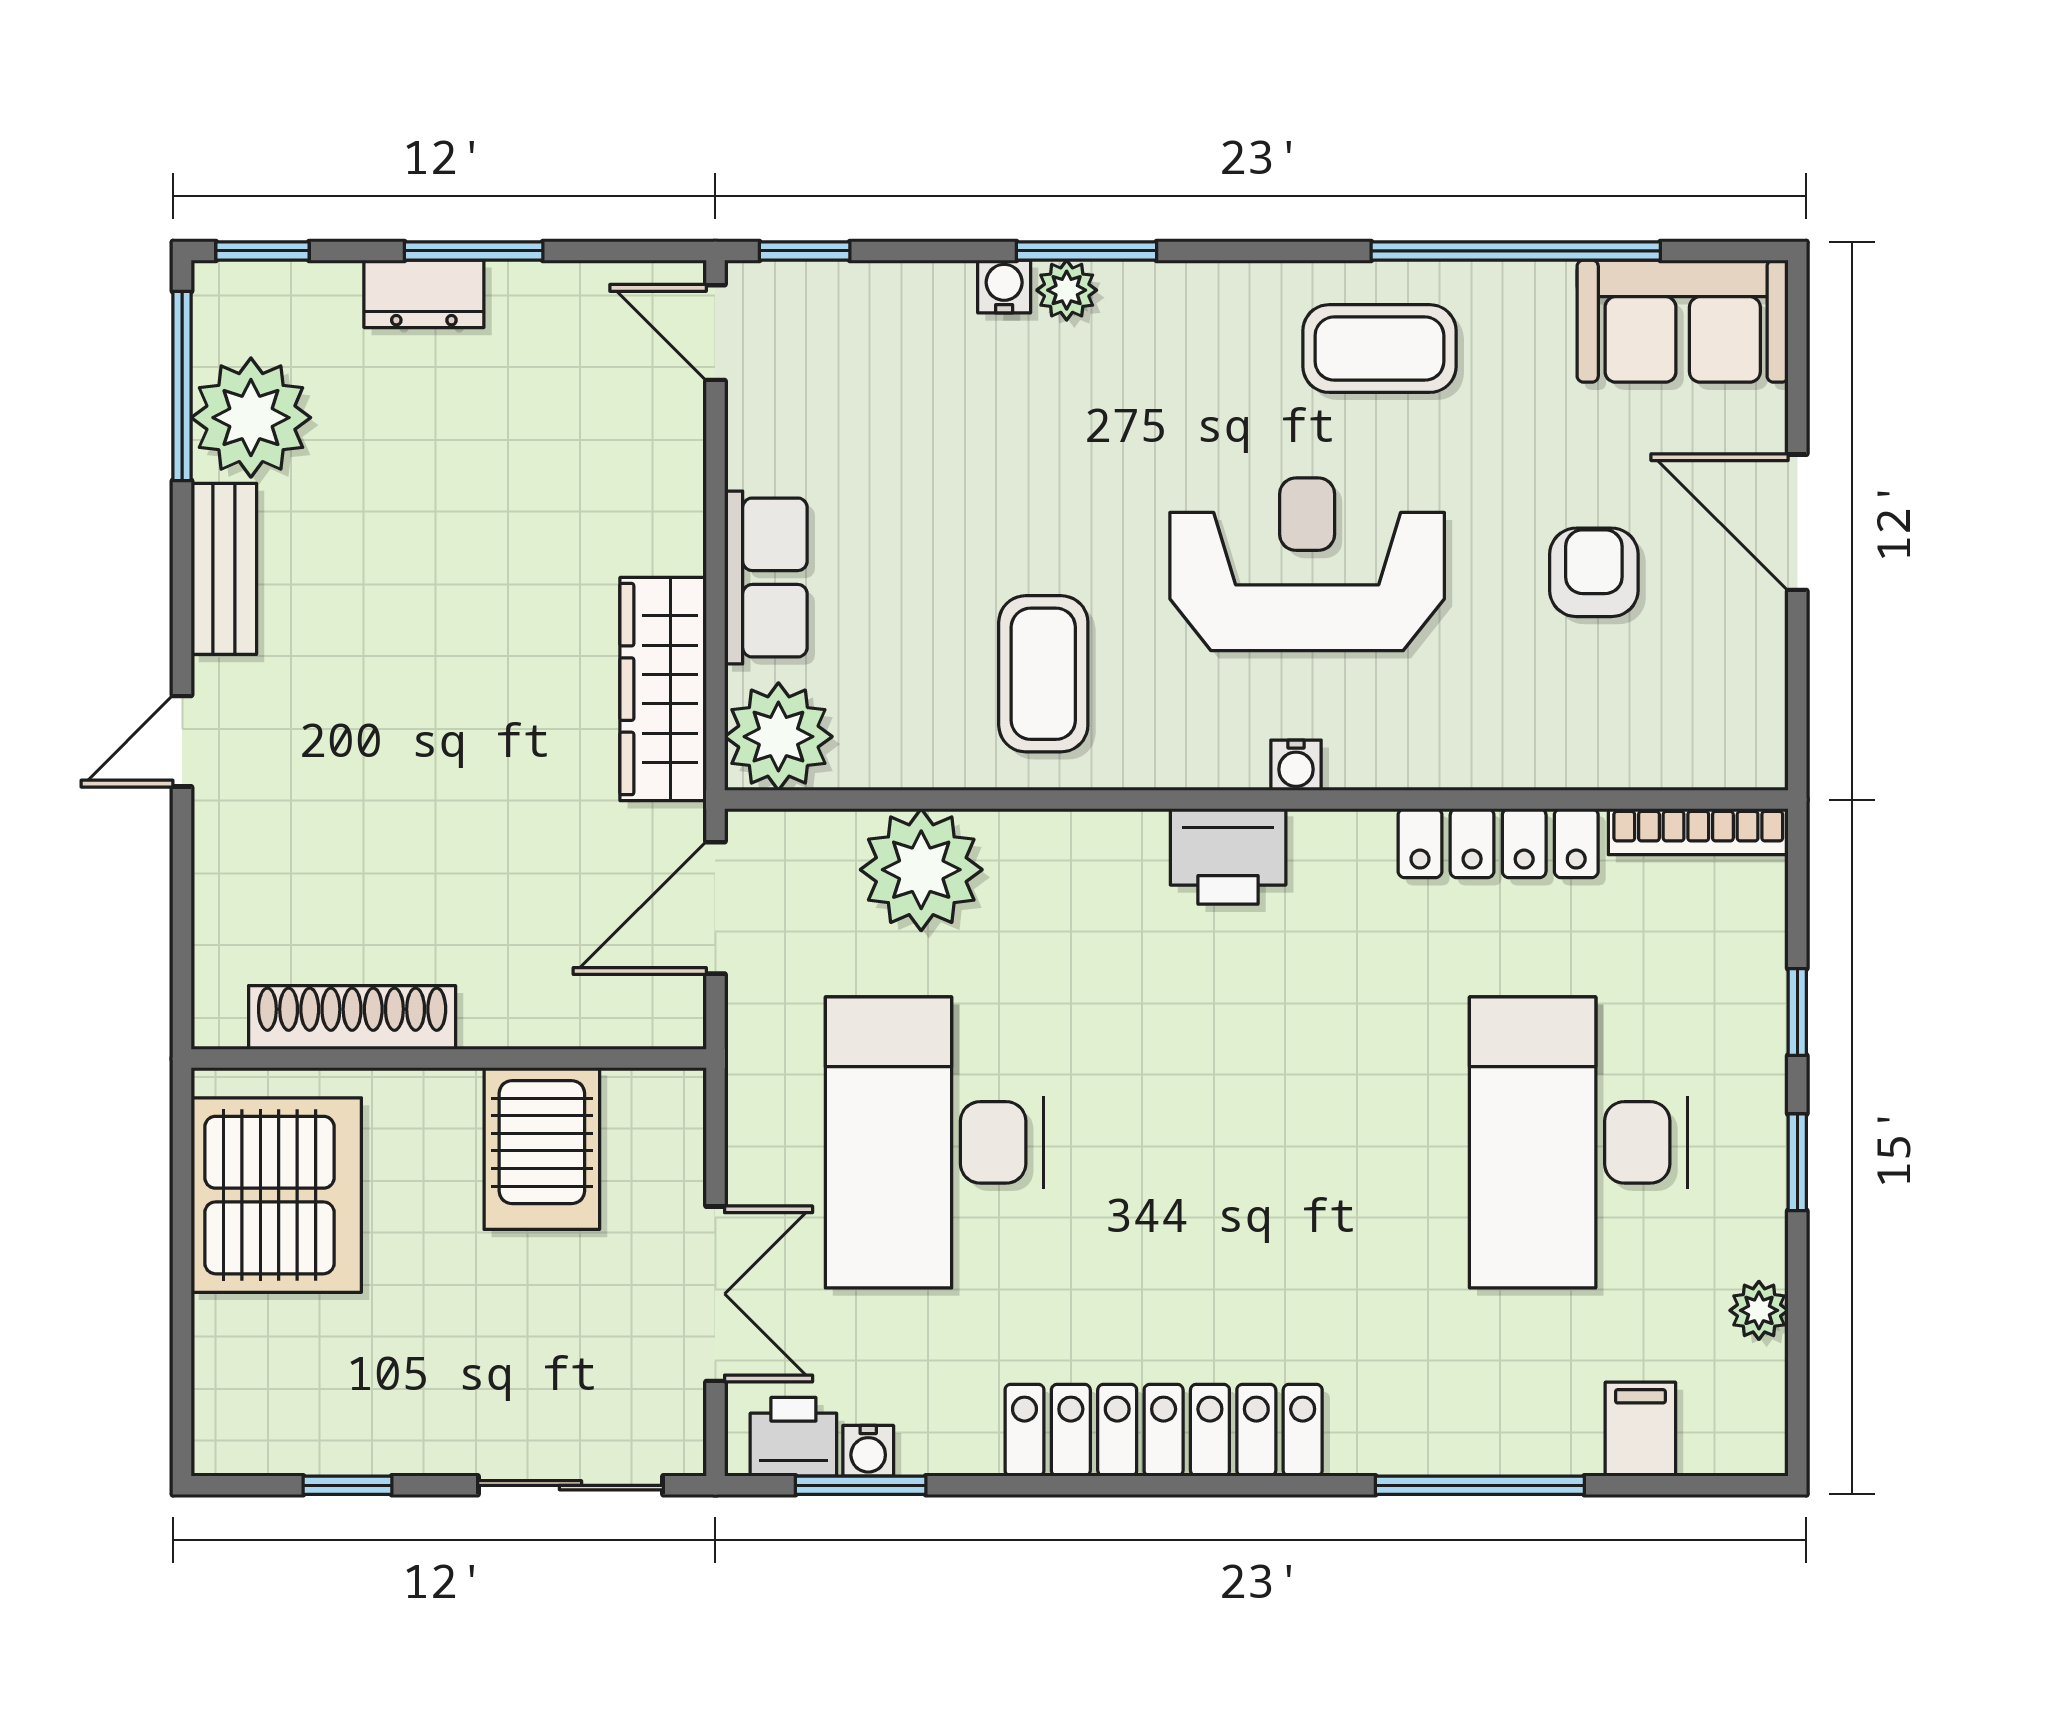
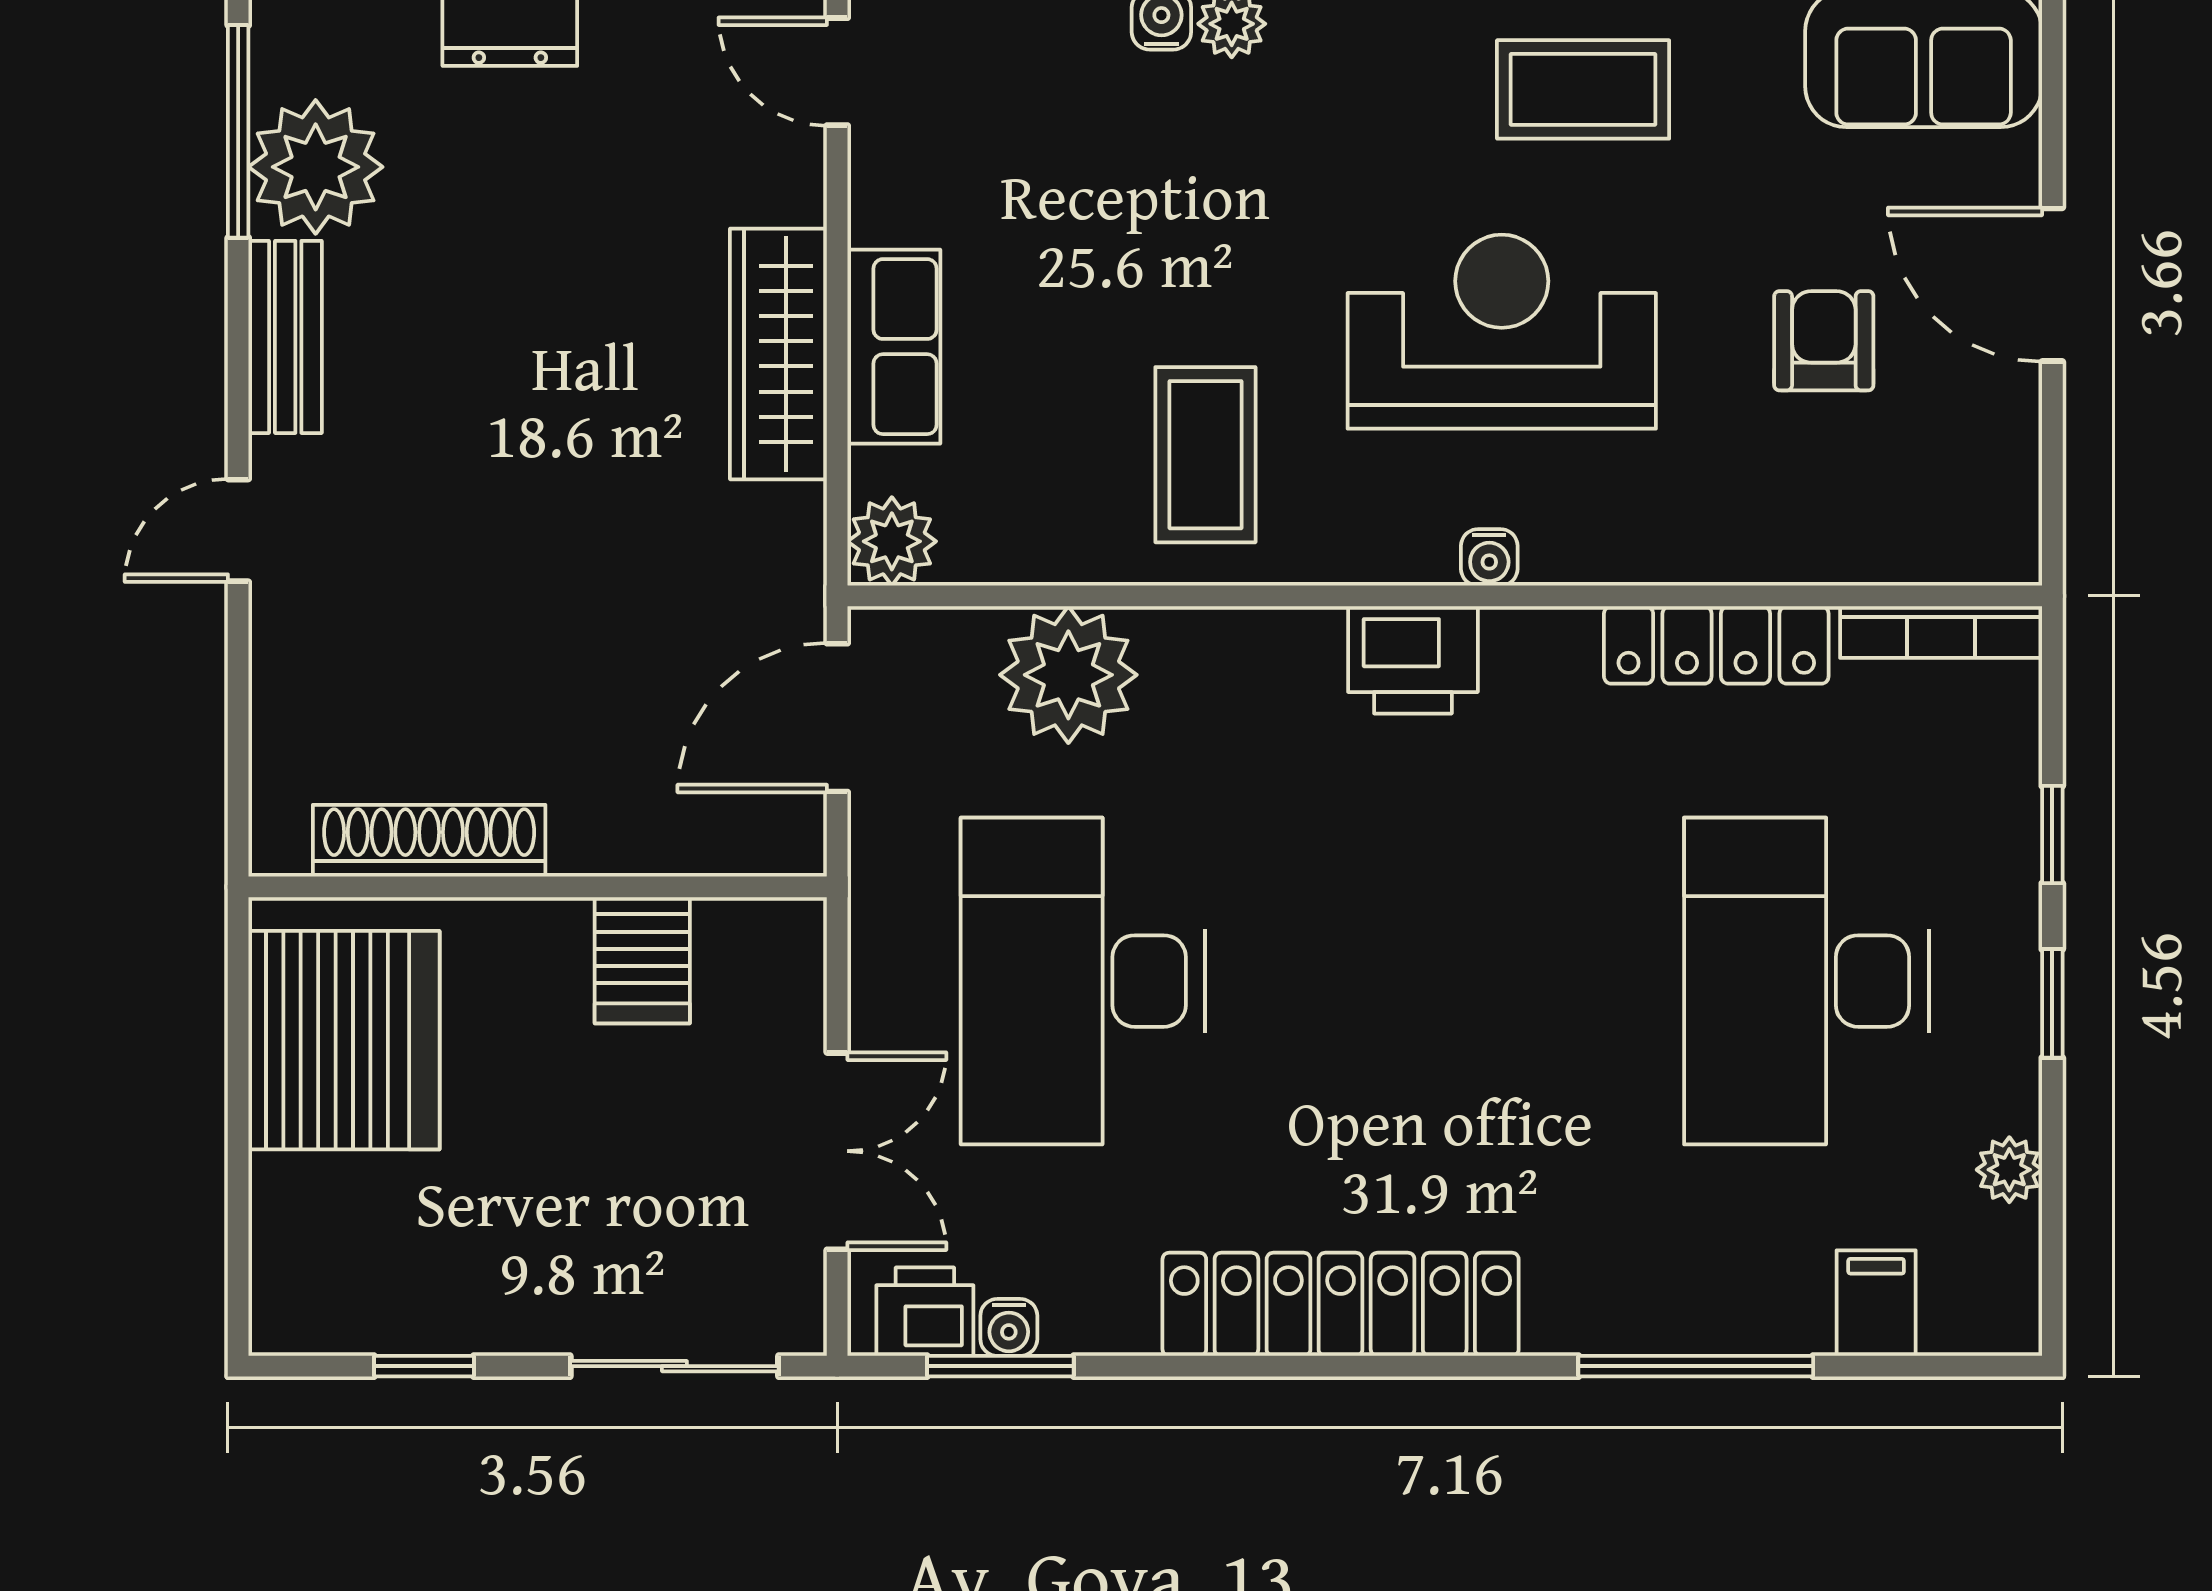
wardrobe: (663, 689) -> (778, 354), moved
plant: (778, 737) -> (892, 541), width x0.73, depth x0.73
server rack: (542, 1149) -> (642, 960), width x0.73, depth x0.70

